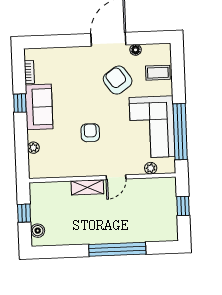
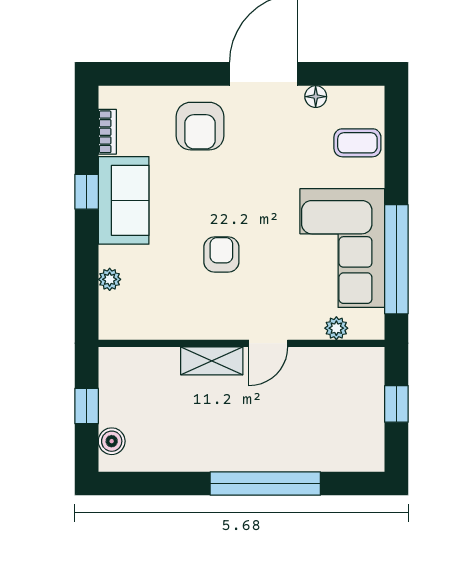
armchair: (118, 80) -> (200, 126), moved, turned -145

